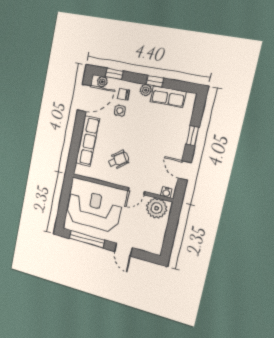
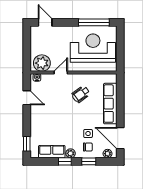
window: (114, 74) -> (89, 161), moved
door: (84, 98) -> (120, 138), hinge flipped
window: (192, 136) -> (27, 144), moved
reception desk: (94, 210) -> (93, 48), turned 180
door: (123, 250) -> (45, 22), moved

